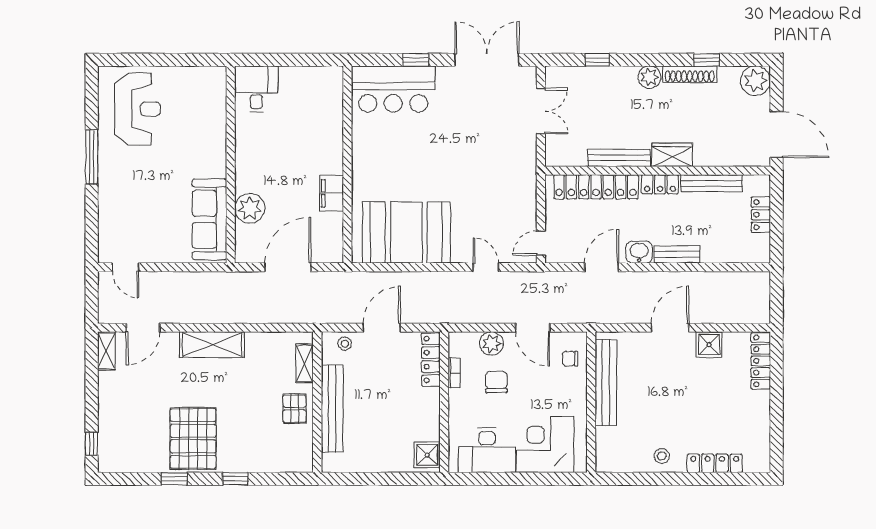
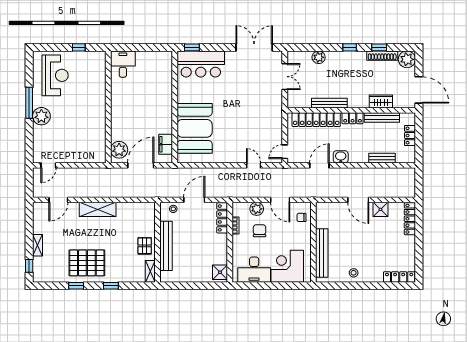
window: (179, 60) -> (79, 47), added
window: (416, 60) -> (192, 47), moved
window: (597, 60) -> (350, 47), moved
shoe rack: (690, 74) -> (382, 56), moved
plant: (650, 77) -> (319, 57), moved
wardrobe: (672, 155) -> (381, 101), moved
plant: (113, 181) -> (41, 116), added
filing cabinet: (331, 193) -> (166, 144), moved
plant: (250, 208) -> (119, 150), moved
sofa: (209, 219) -> (96, 138), removed
booth: (406, 232) -> (195, 128), moved, turned 90
bench: (677, 254) -> (382, 158), moved
door: (126, 267) -> (48, 165), hinge flipped
door: (670, 328) -> (358, 200), swing flipped
shelving: (106, 351) -> (38, 245), moved
shelving: (305, 363) -> (150, 271), moved
bench: (606, 383) -> (322, 253), moved
pallet: (193, 439) -> (87, 263), turned 90
locker: (715, 463) -> (399, 277), moved

